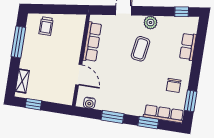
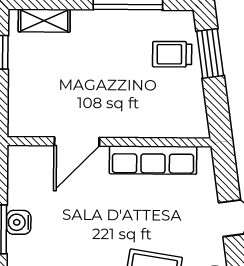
window: (48, 9) -> (210, 53), added
water cooler: (89, 103) -> (19, 222), moved

